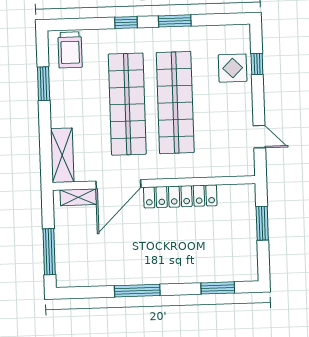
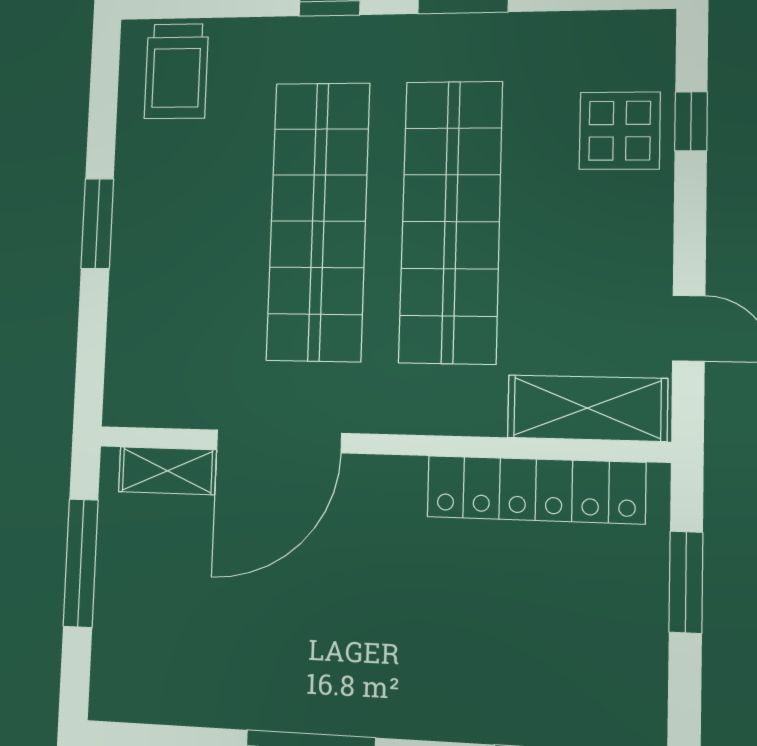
window: (44, 84) -> (97, 224), moved
shelving: (62, 155) -> (587, 408), moved, turned 90
locker: (180, 196) -> (536, 490), moved
window: (49, 252) -> (81, 563), moved

